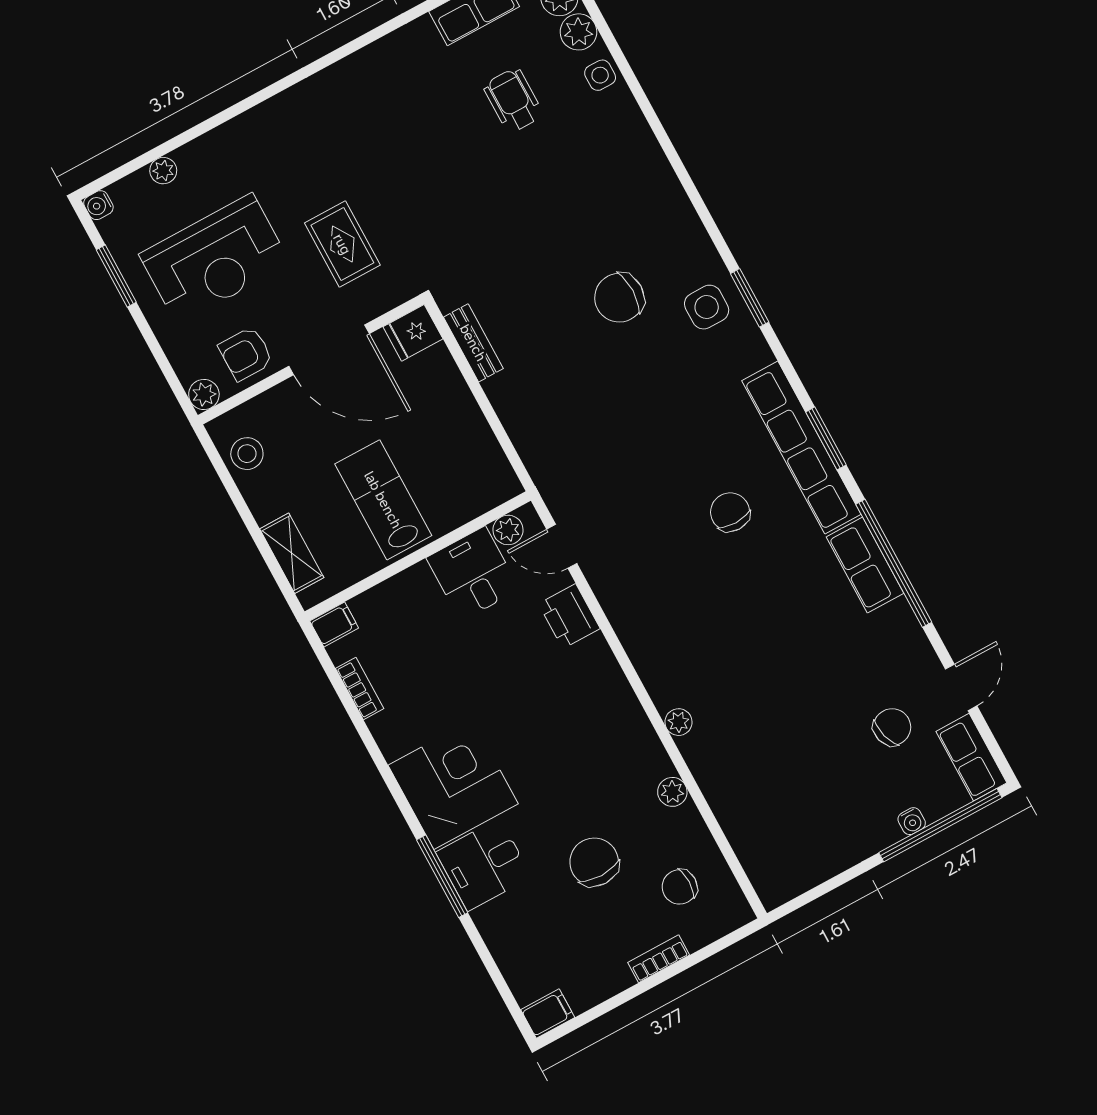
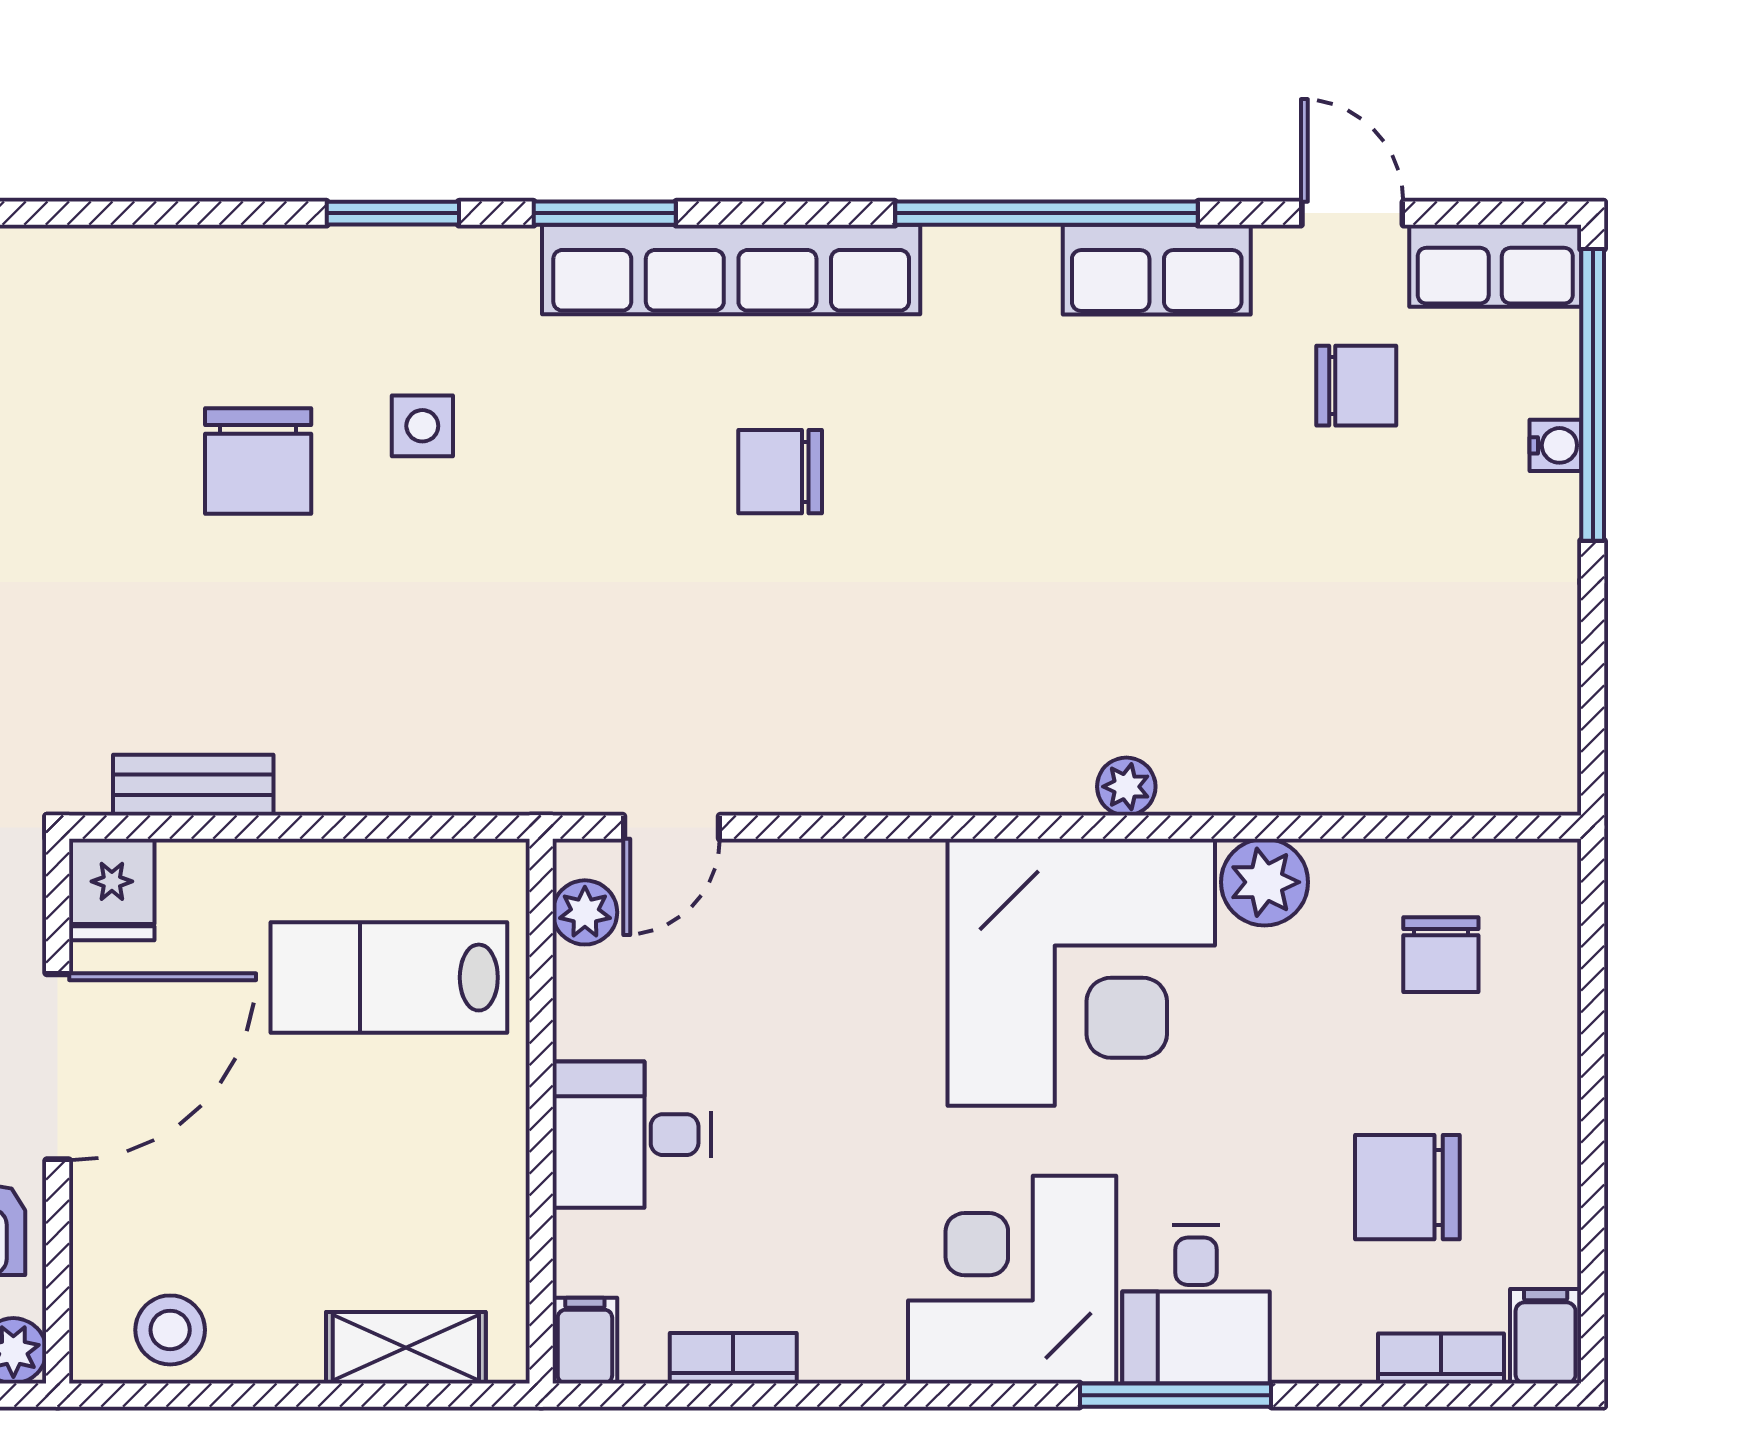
side table: (707, 307) -> (422, 426), moved, width x0.73, depth x0.73
window: (826, 438) -> (605, 213), moved
lab bench: (383, 500) -> (389, 978), moved
row of seats: (865, 565) -> (1157, 270), moved
desk: (473, 574) -> (632, 1135), moved
printer: (569, 616) -> (812, 885), removed
chair: (892, 727) -> (1356, 386), turned 106
corner desk: (593, 745) -> (1081, 972), added
plant: (672, 792) -> (1265, 882), width x1.38, depth x1.38
chair: (594, 862) -> (1407, 1187), moved
bookcase: (659, 959) -> (1441, 1358), moved, turned 90

